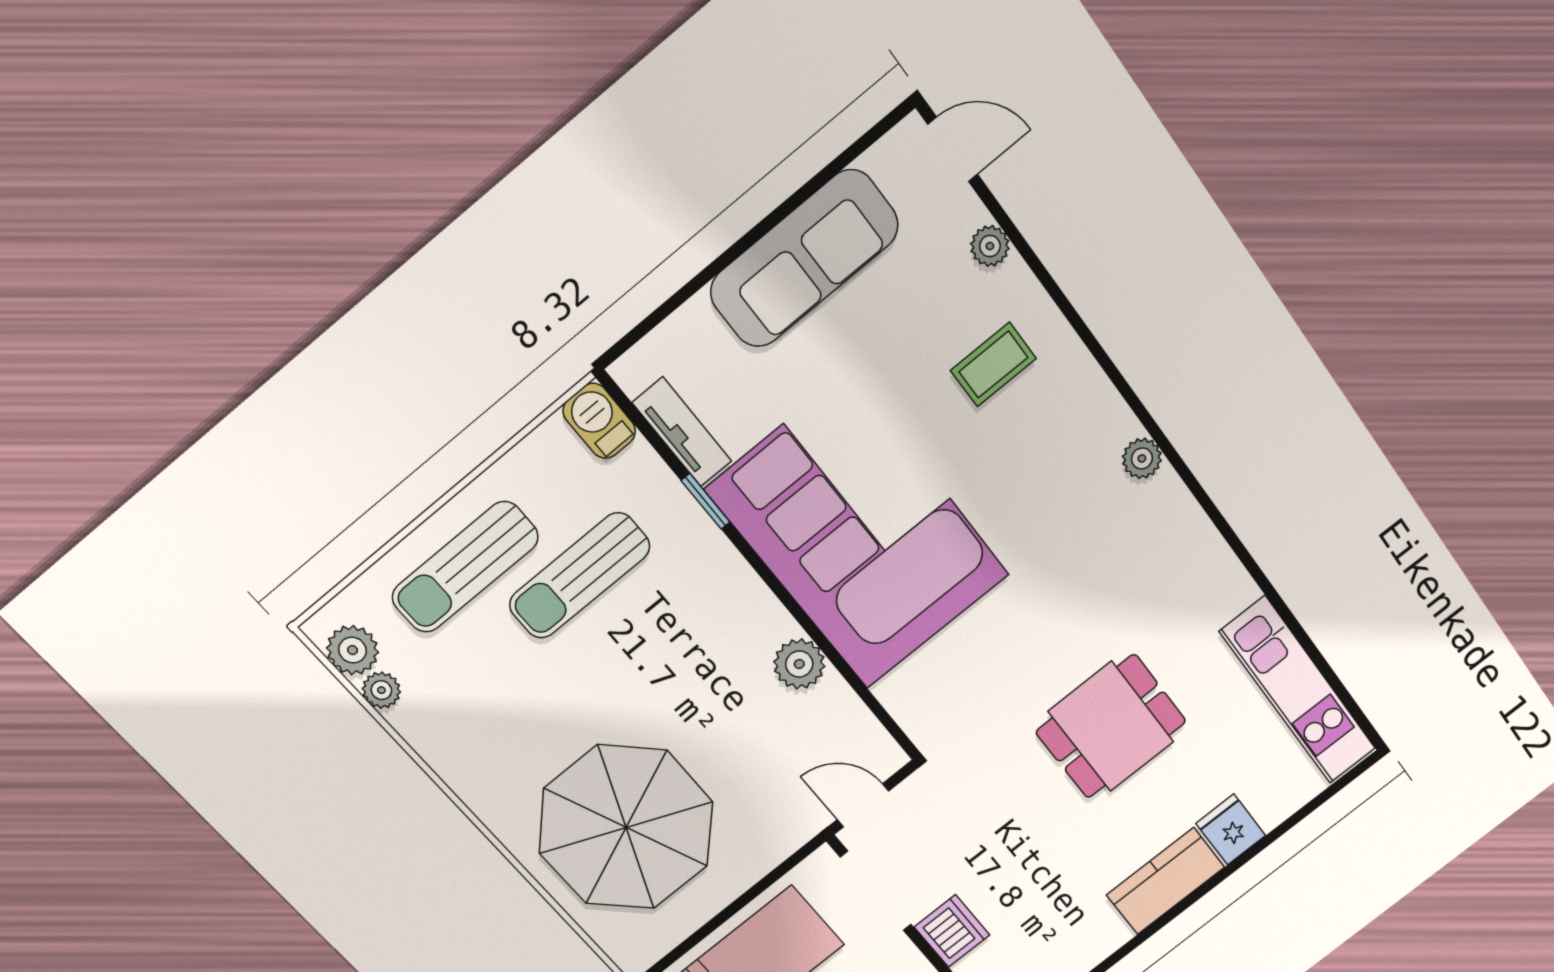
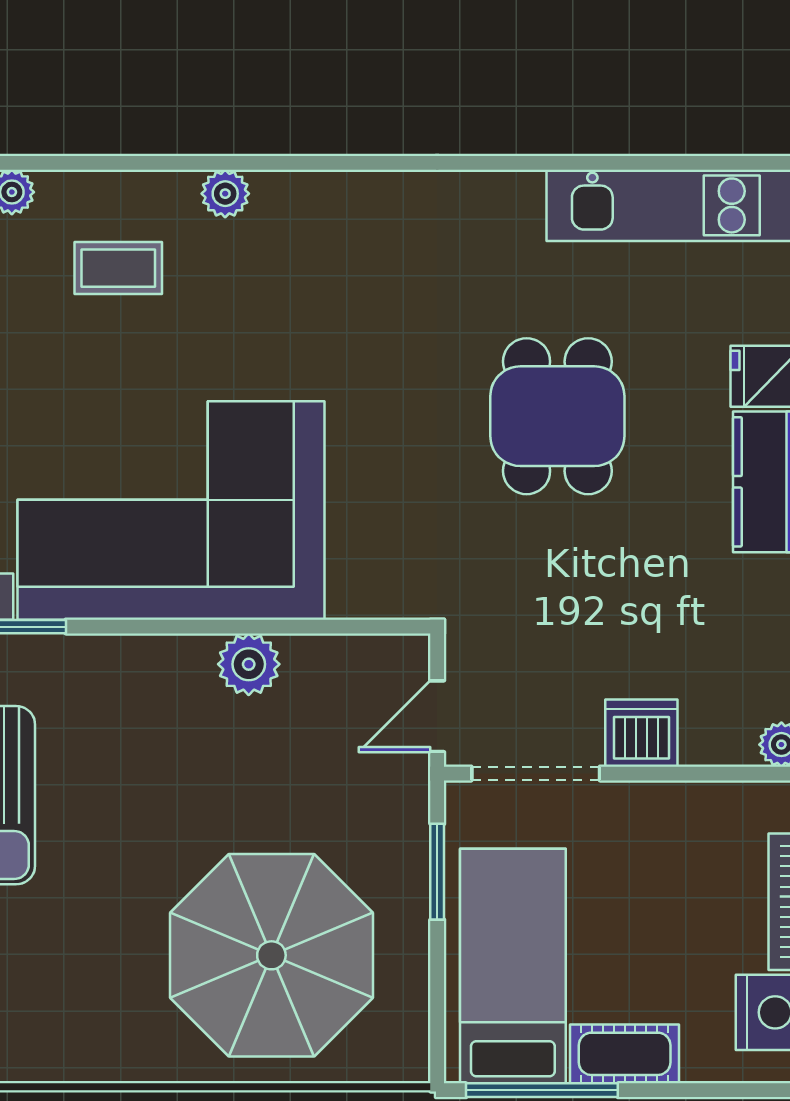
coffee table: (993, 365) -> (118, 268), turned 90
plant: (1142, 458) -> (225, 194), moved
window: (766, 883) -> (437, 872), added

